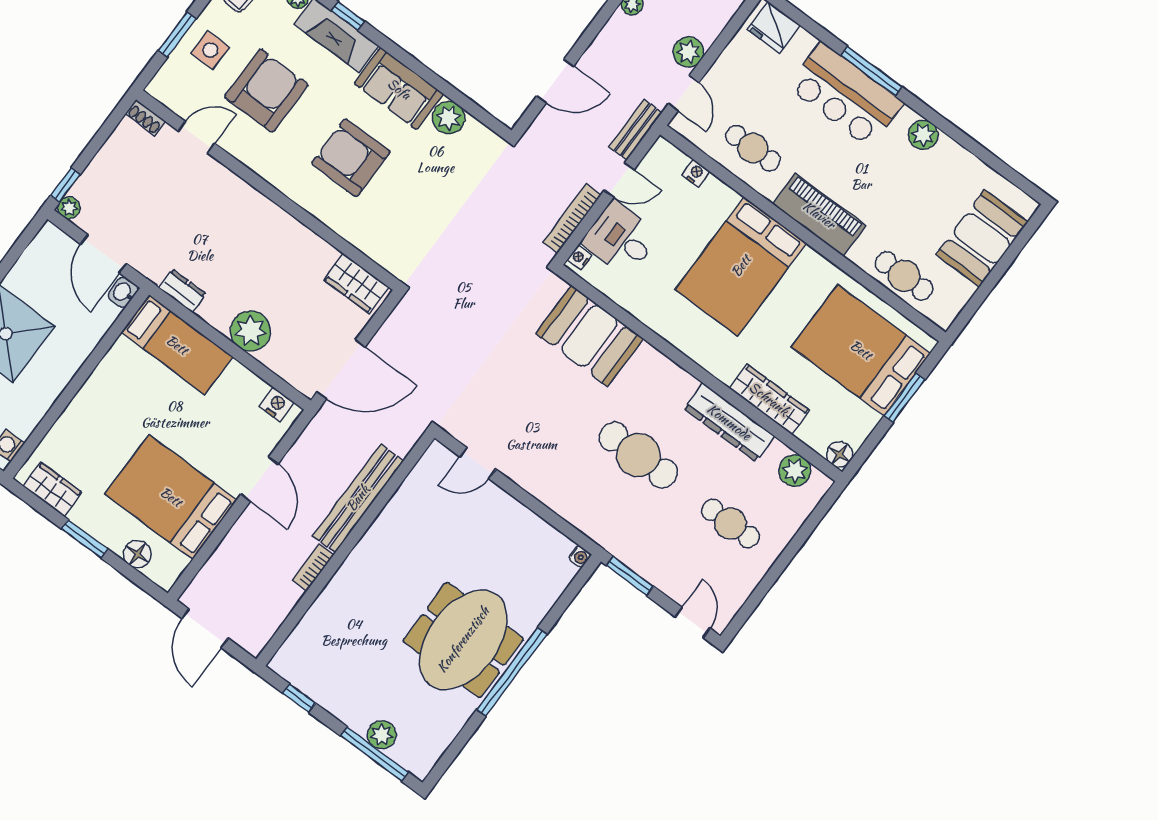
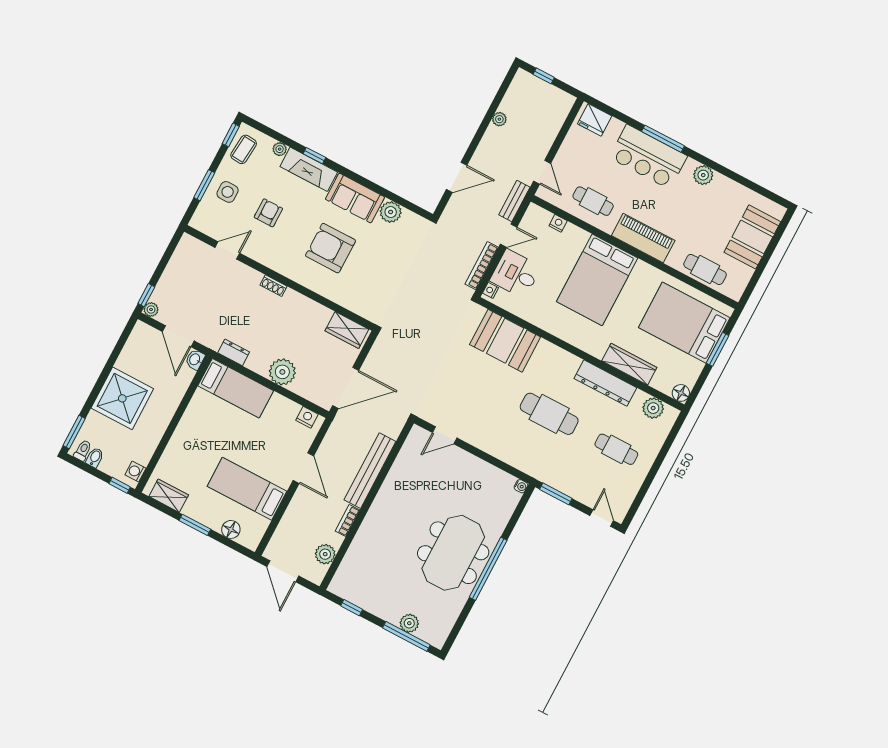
plant: (688, 52) -> (325, 554), moved
armchair: (266, 91) -> (268, 213), width x0.53, depth x0.53
shoe rack: (146, 118) -> (273, 286), moved
bed: (171, 497) -> (247, 489), width x0.67

